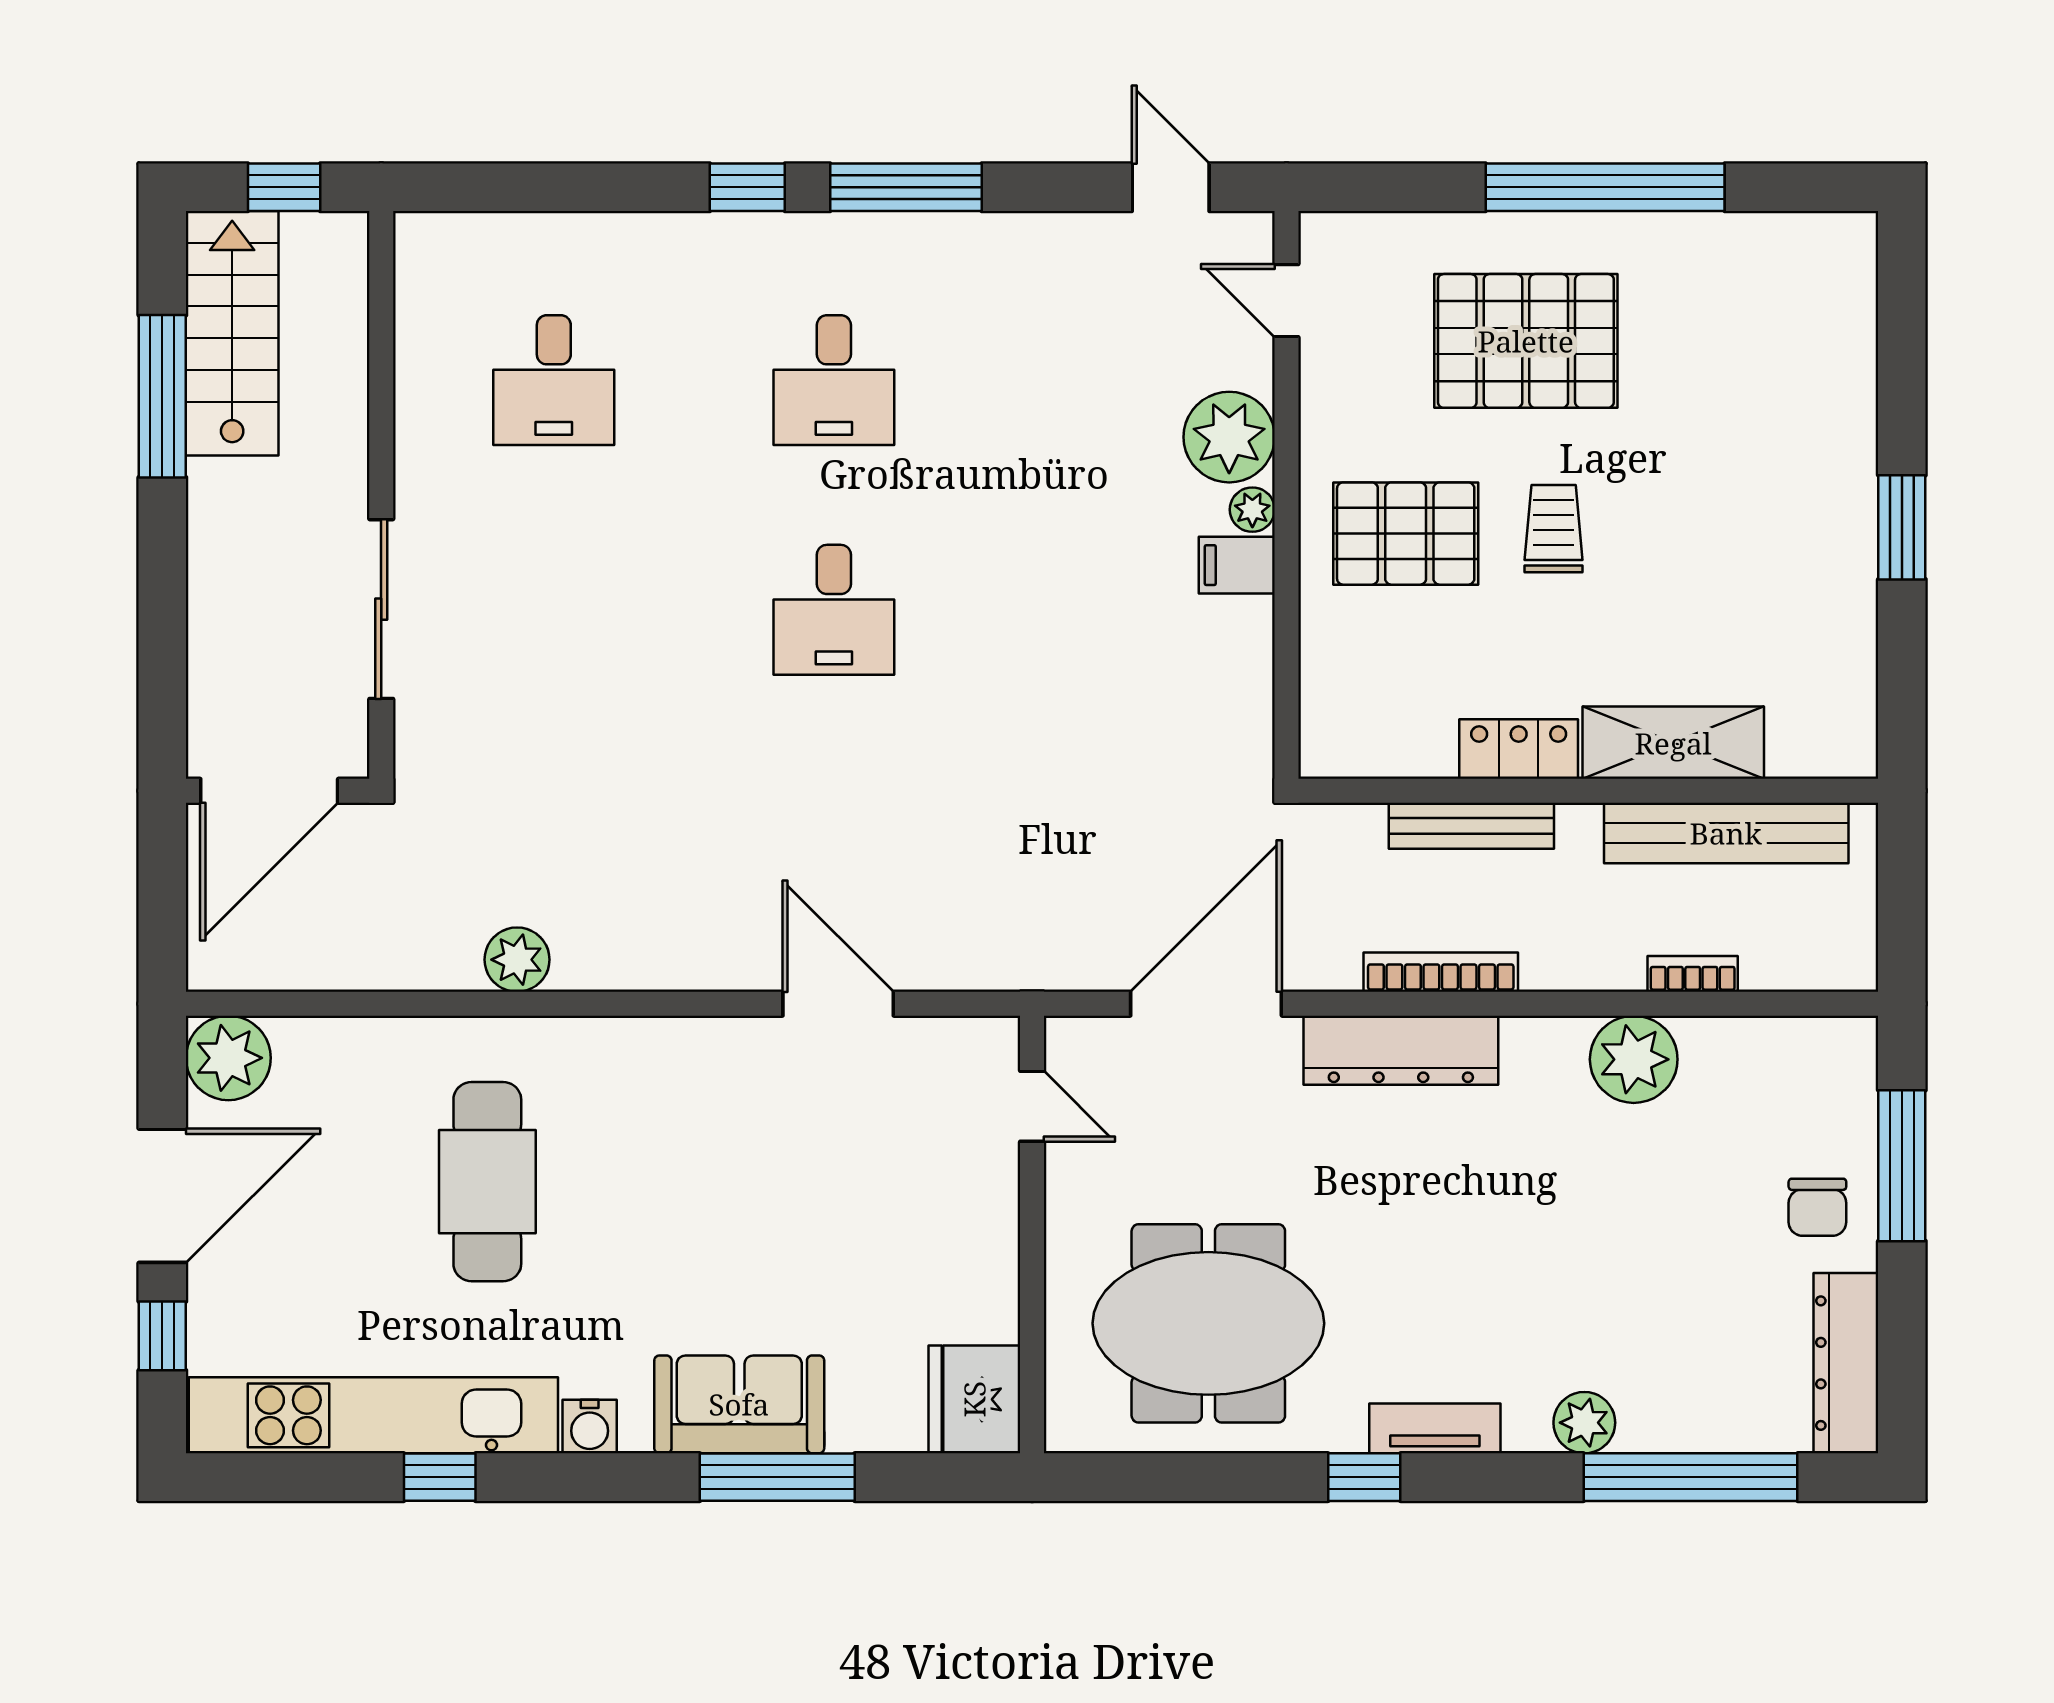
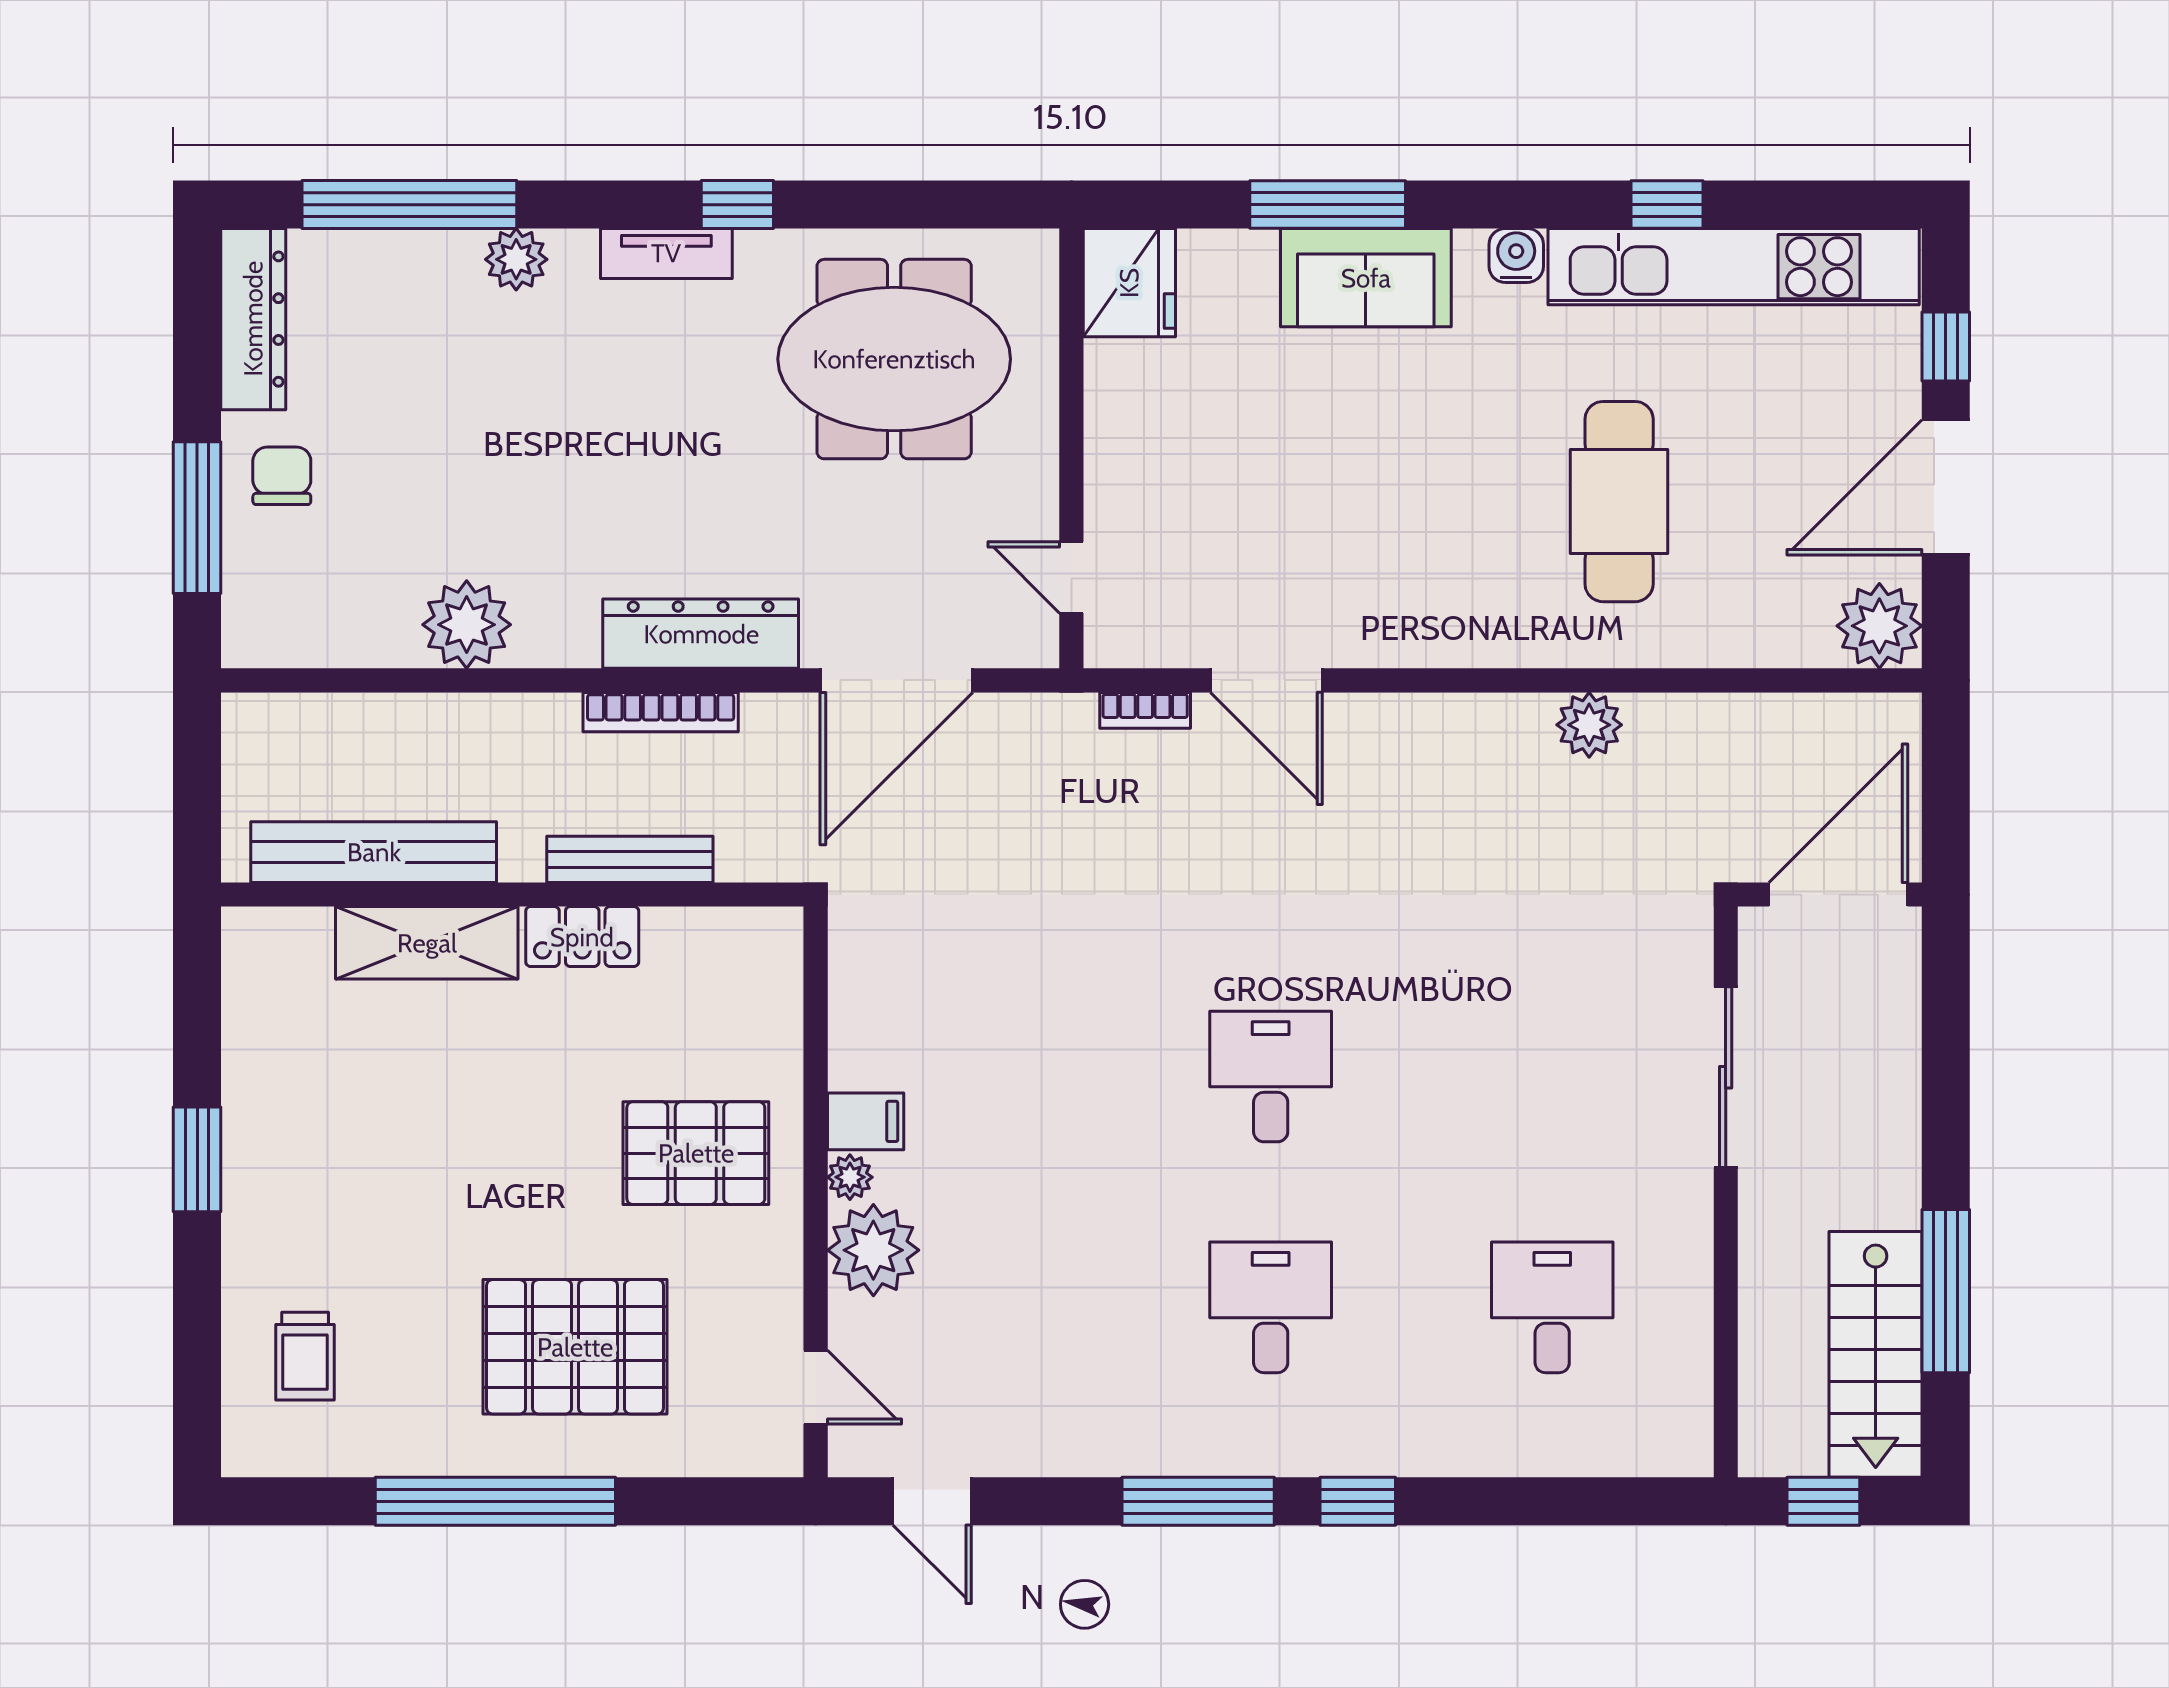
trolley: (1554, 529) -> (305, 1356), moved
bookcase: (1693, 974) -> (1145, 710), moved

